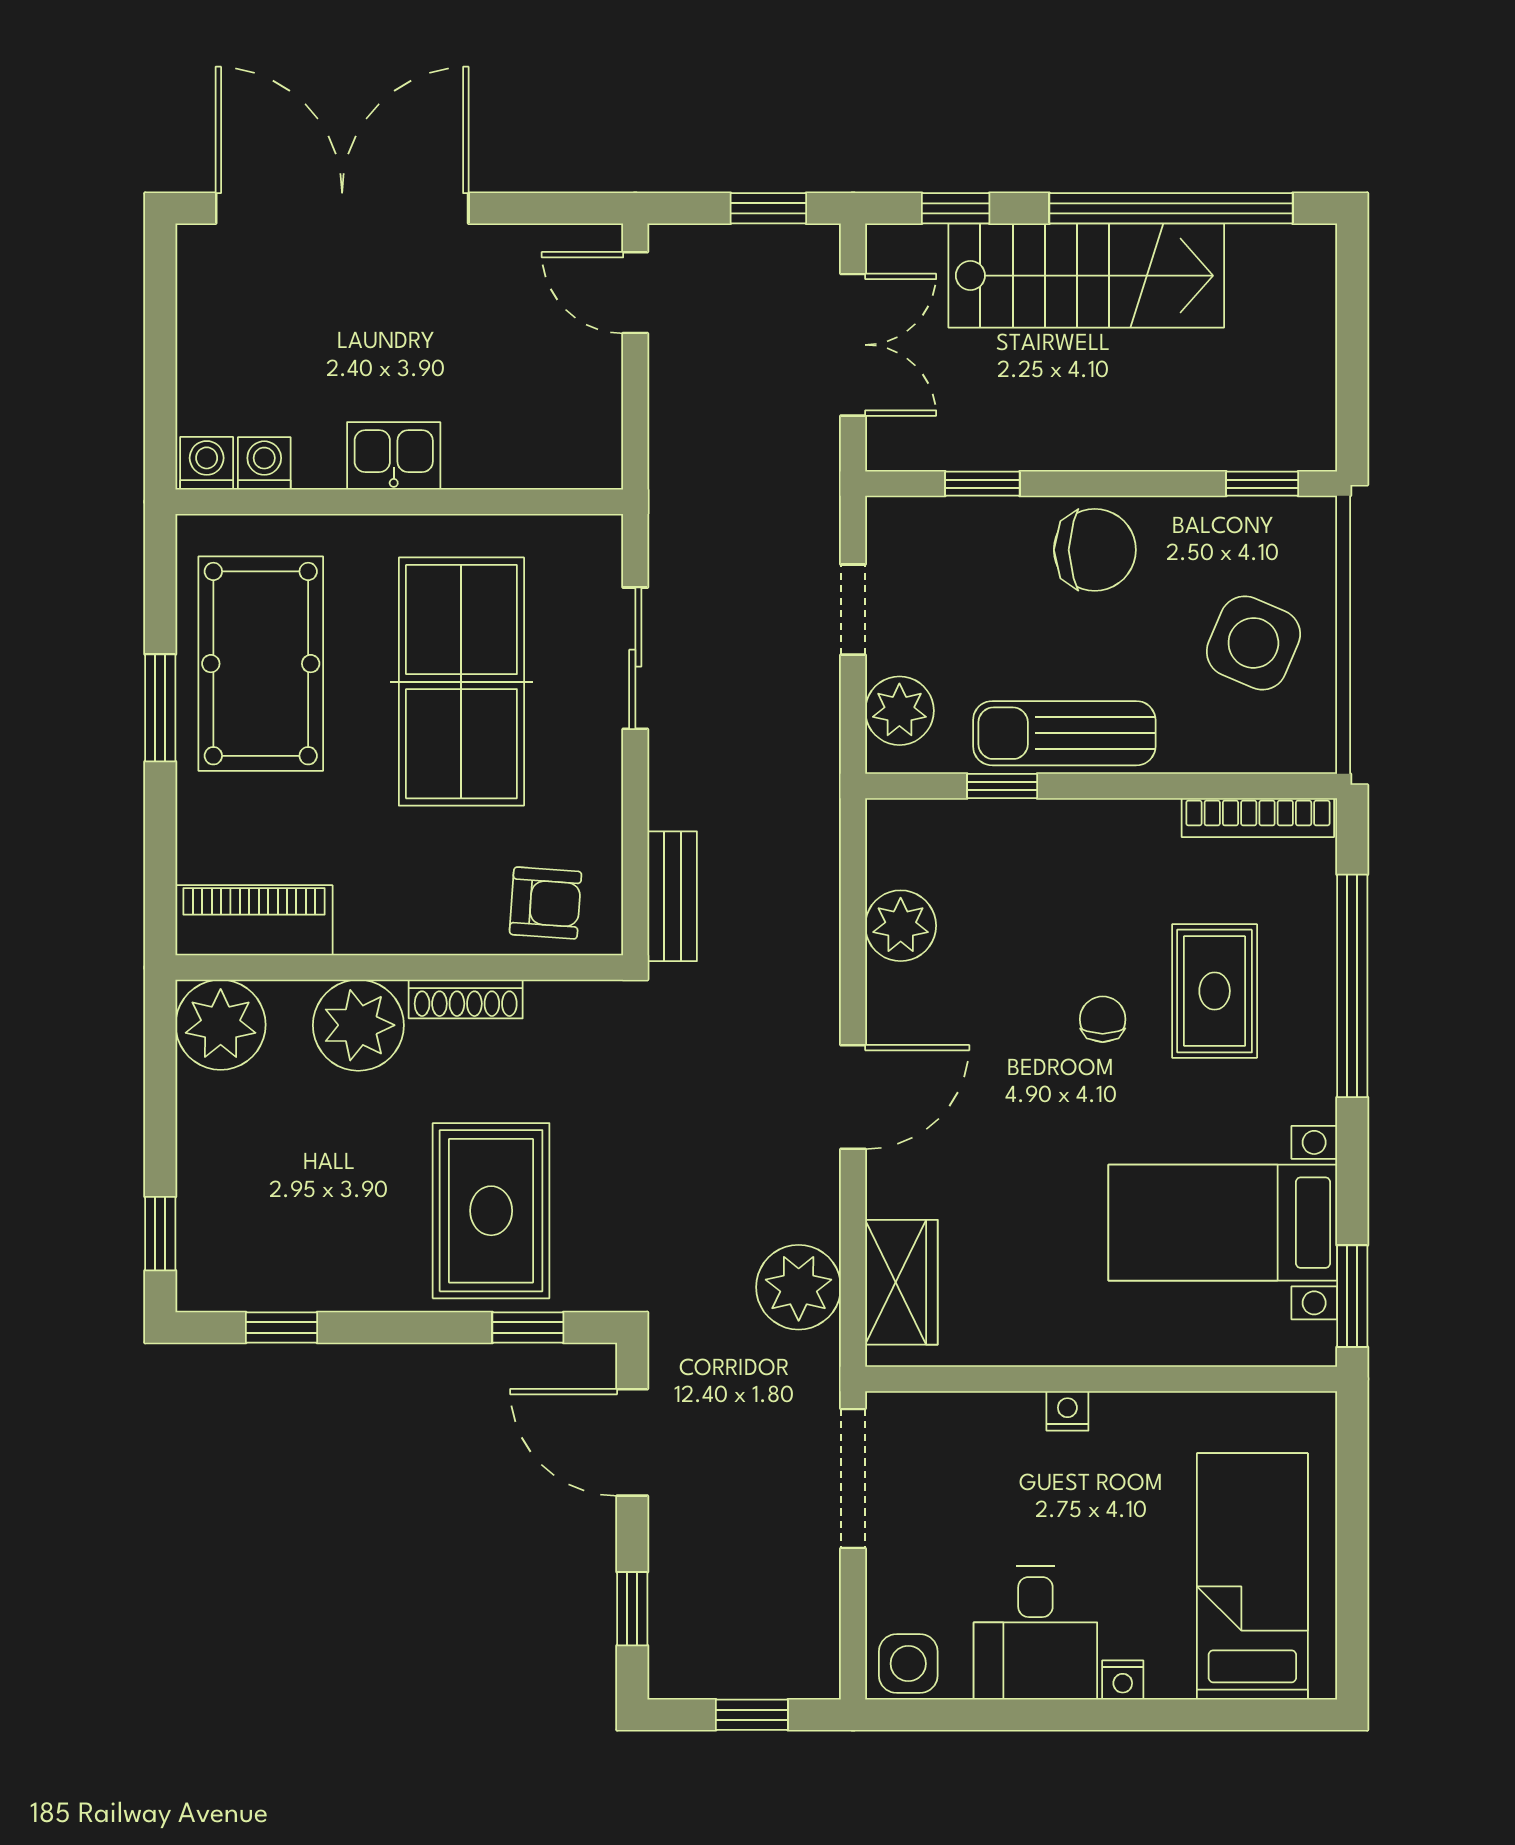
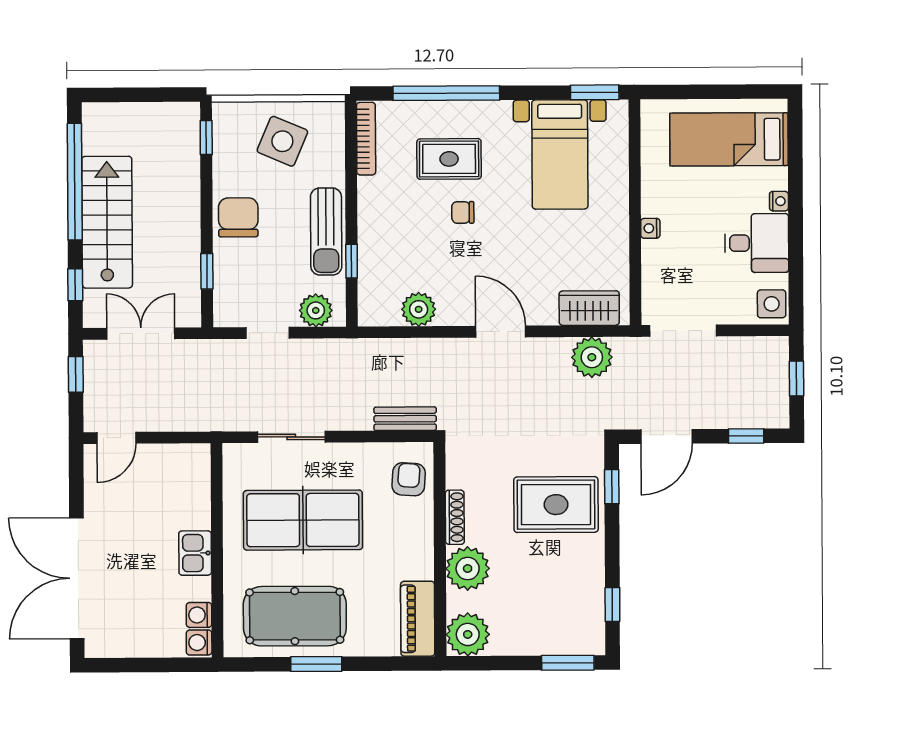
window: (160, 1234) -> (568, 663), width x1.50

